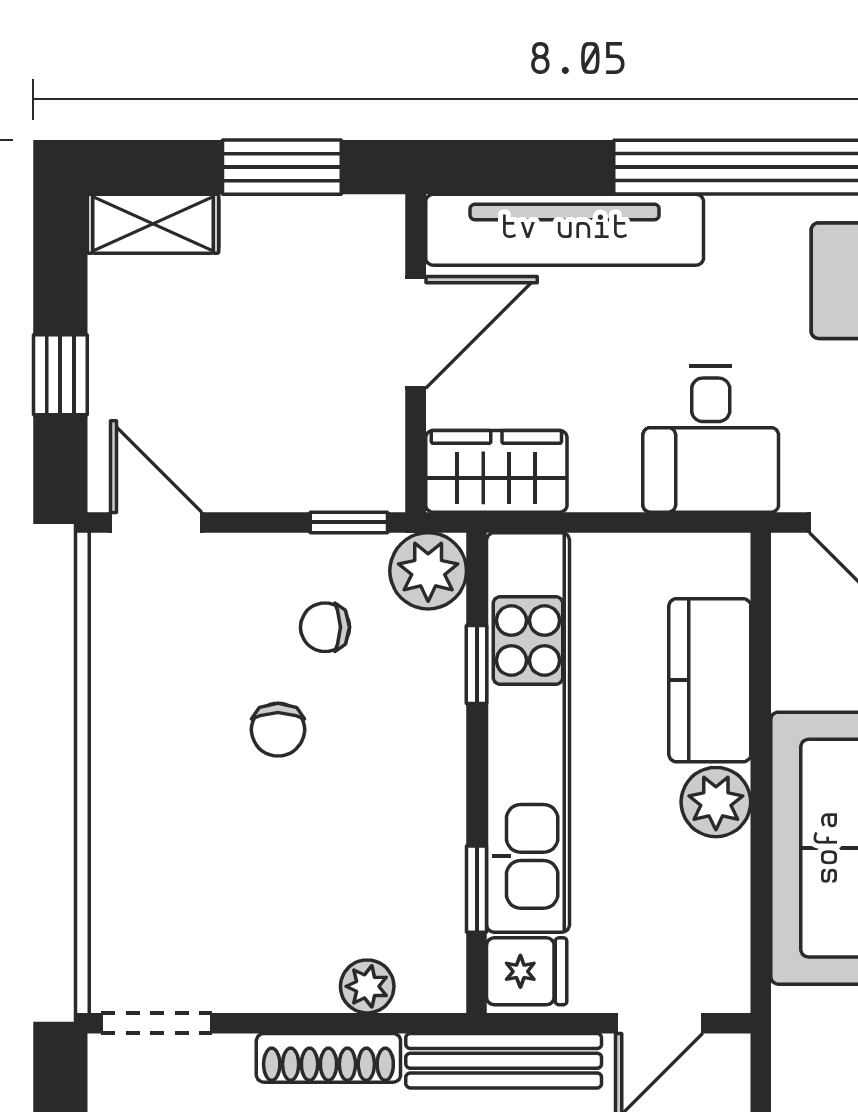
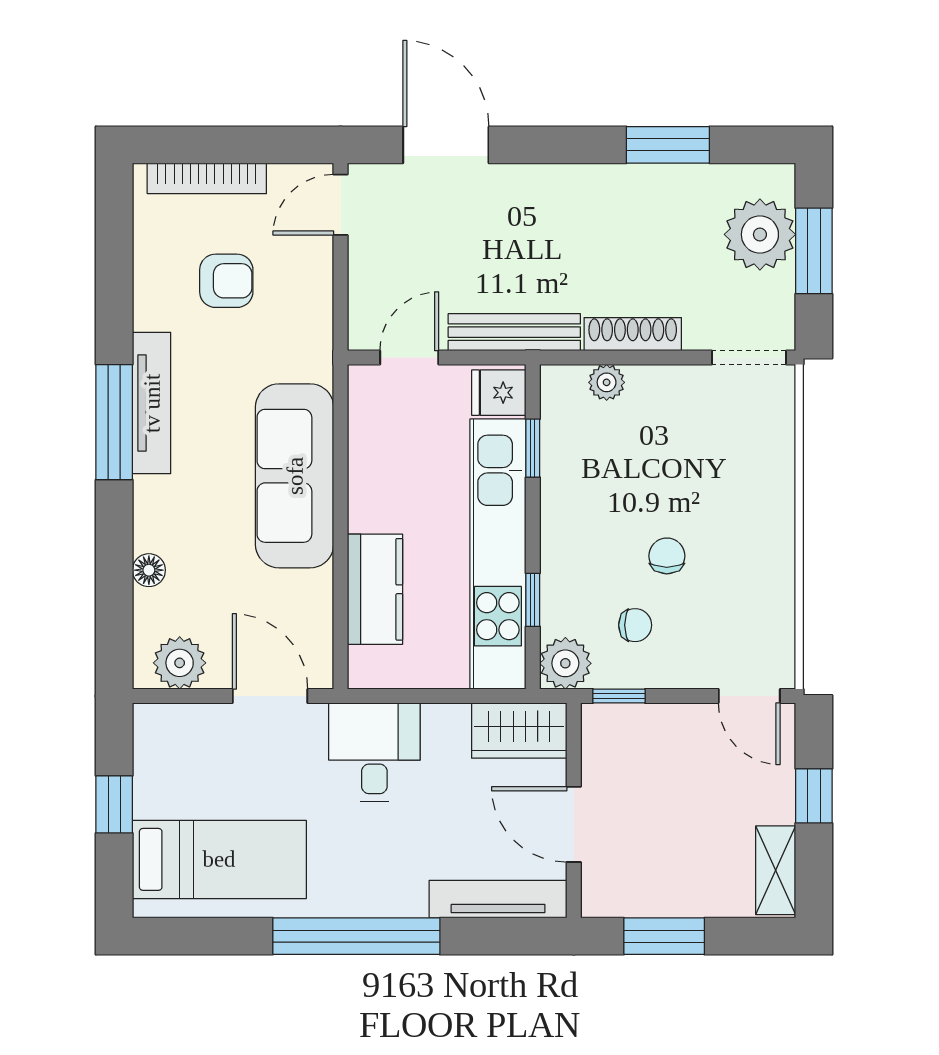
shelving: (153, 224) -> (776, 870), moved, turned 90
tv unit: (565, 230) -> (498, 899), width x0.73, depth x0.78
door: (416, 332) -> (574, 824), hinge flipped
plant: (716, 802) -> (371, 507), removed

